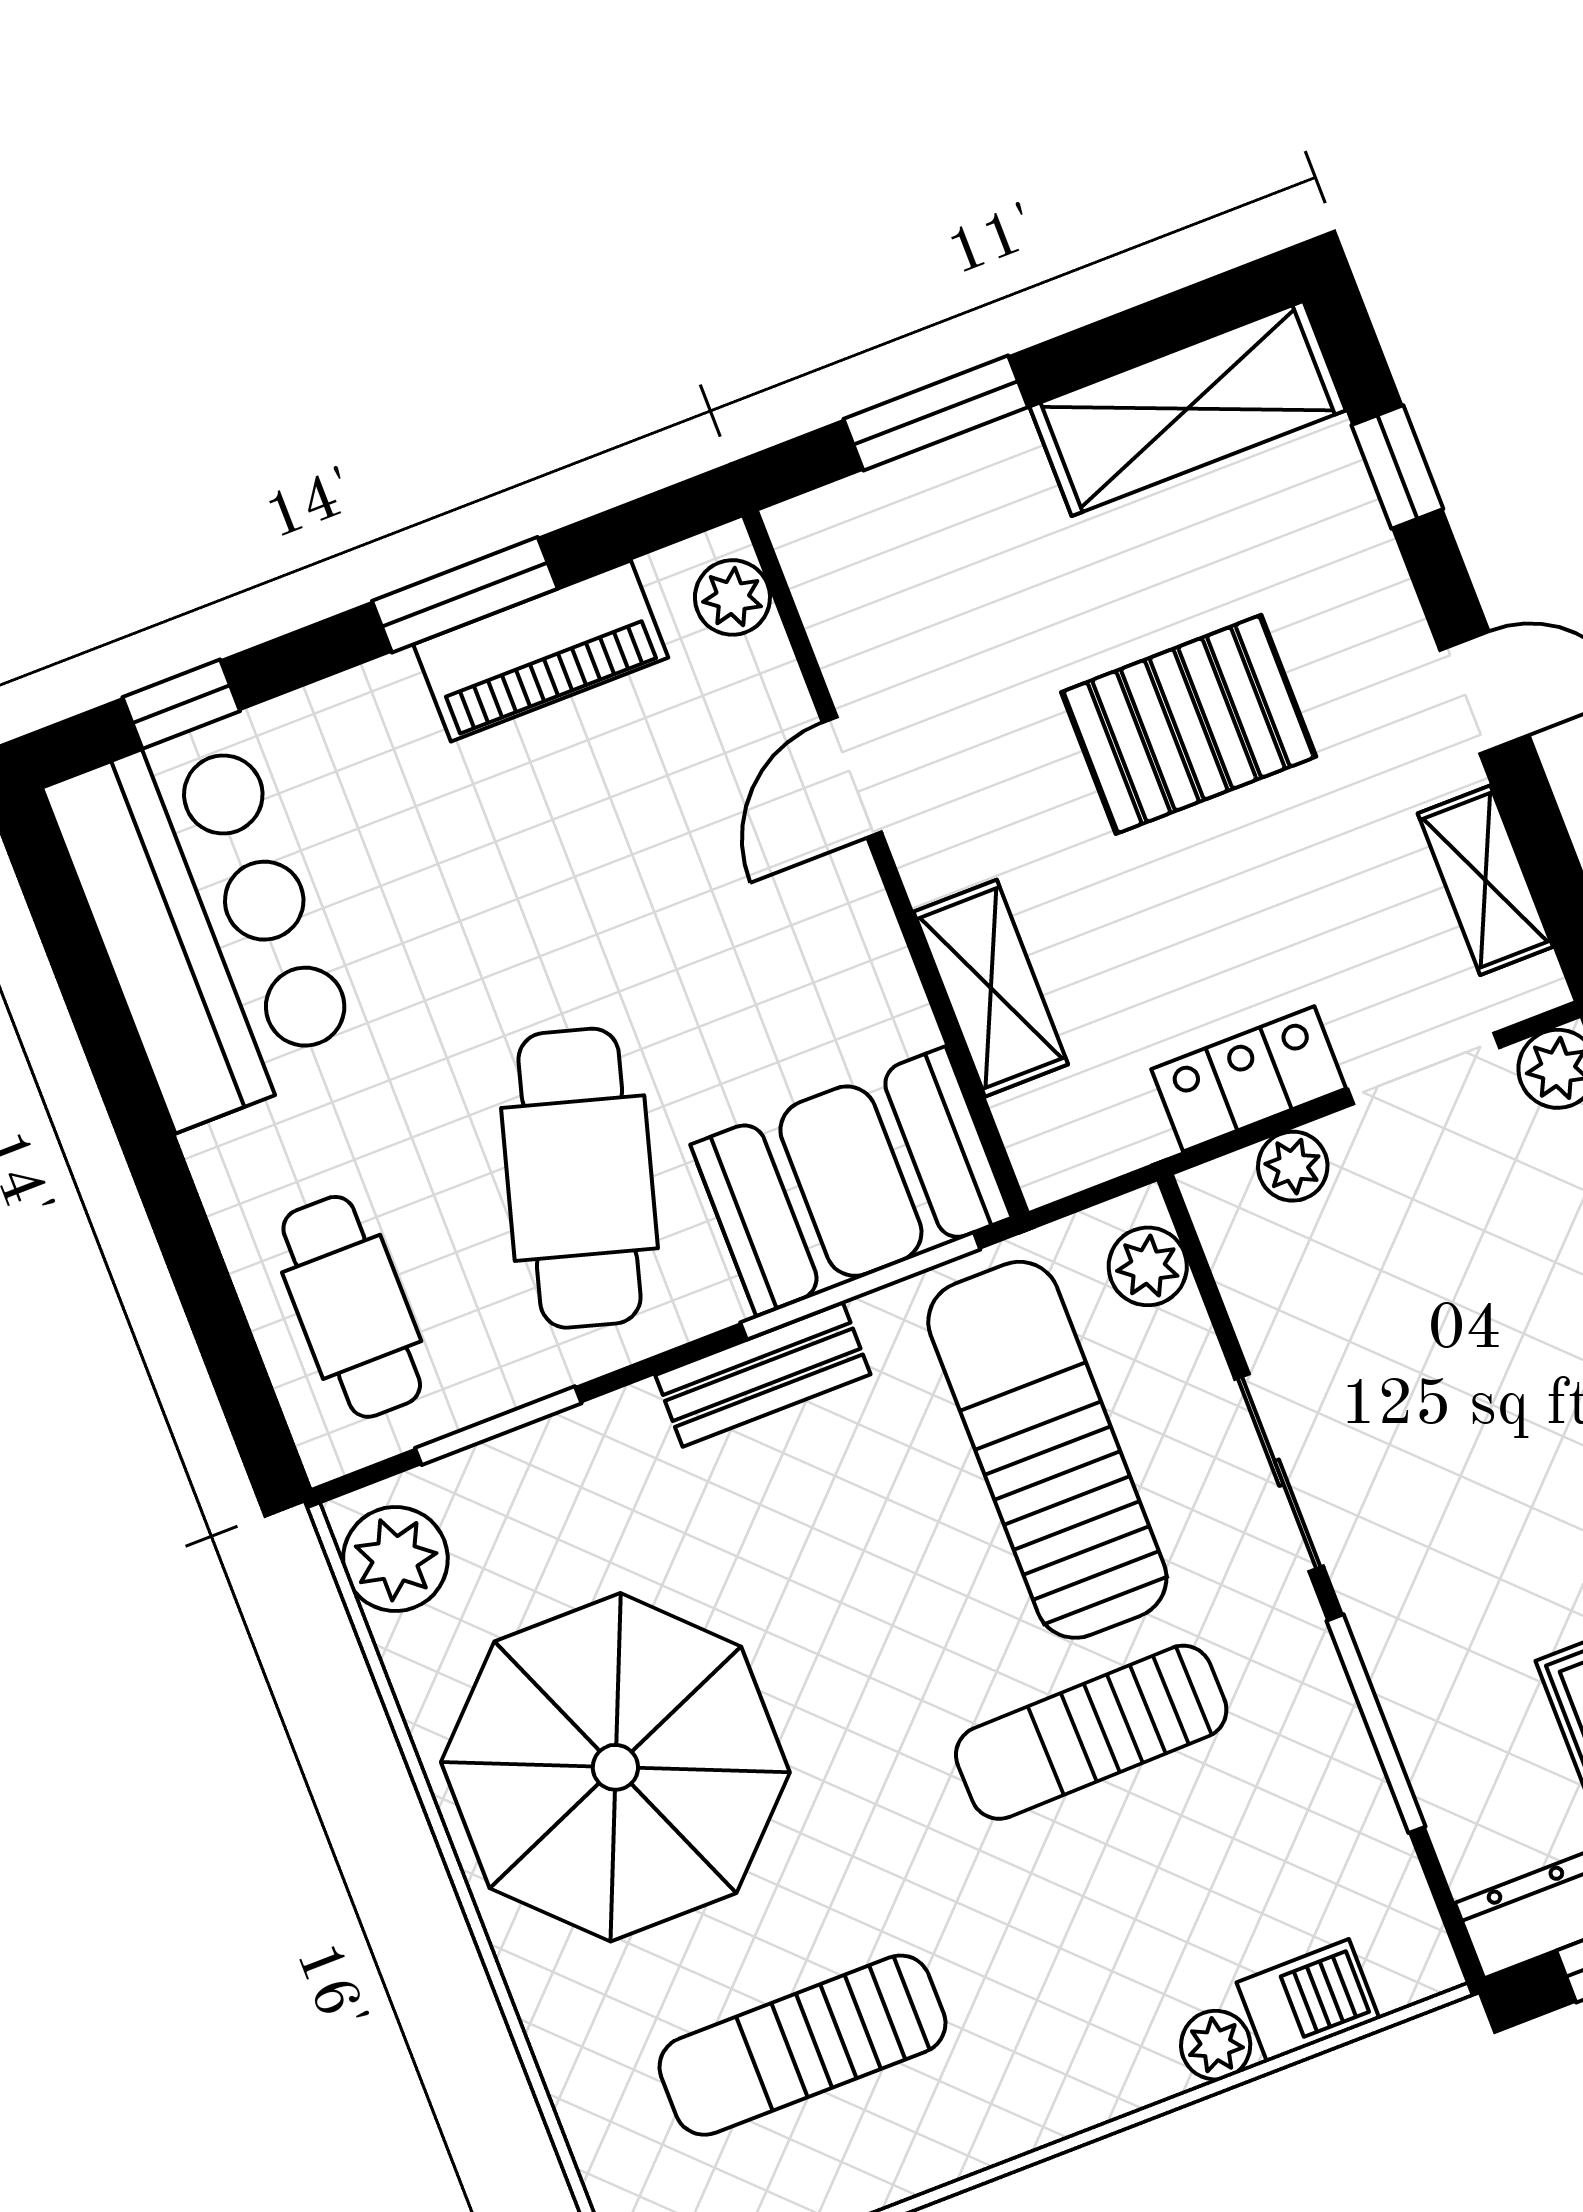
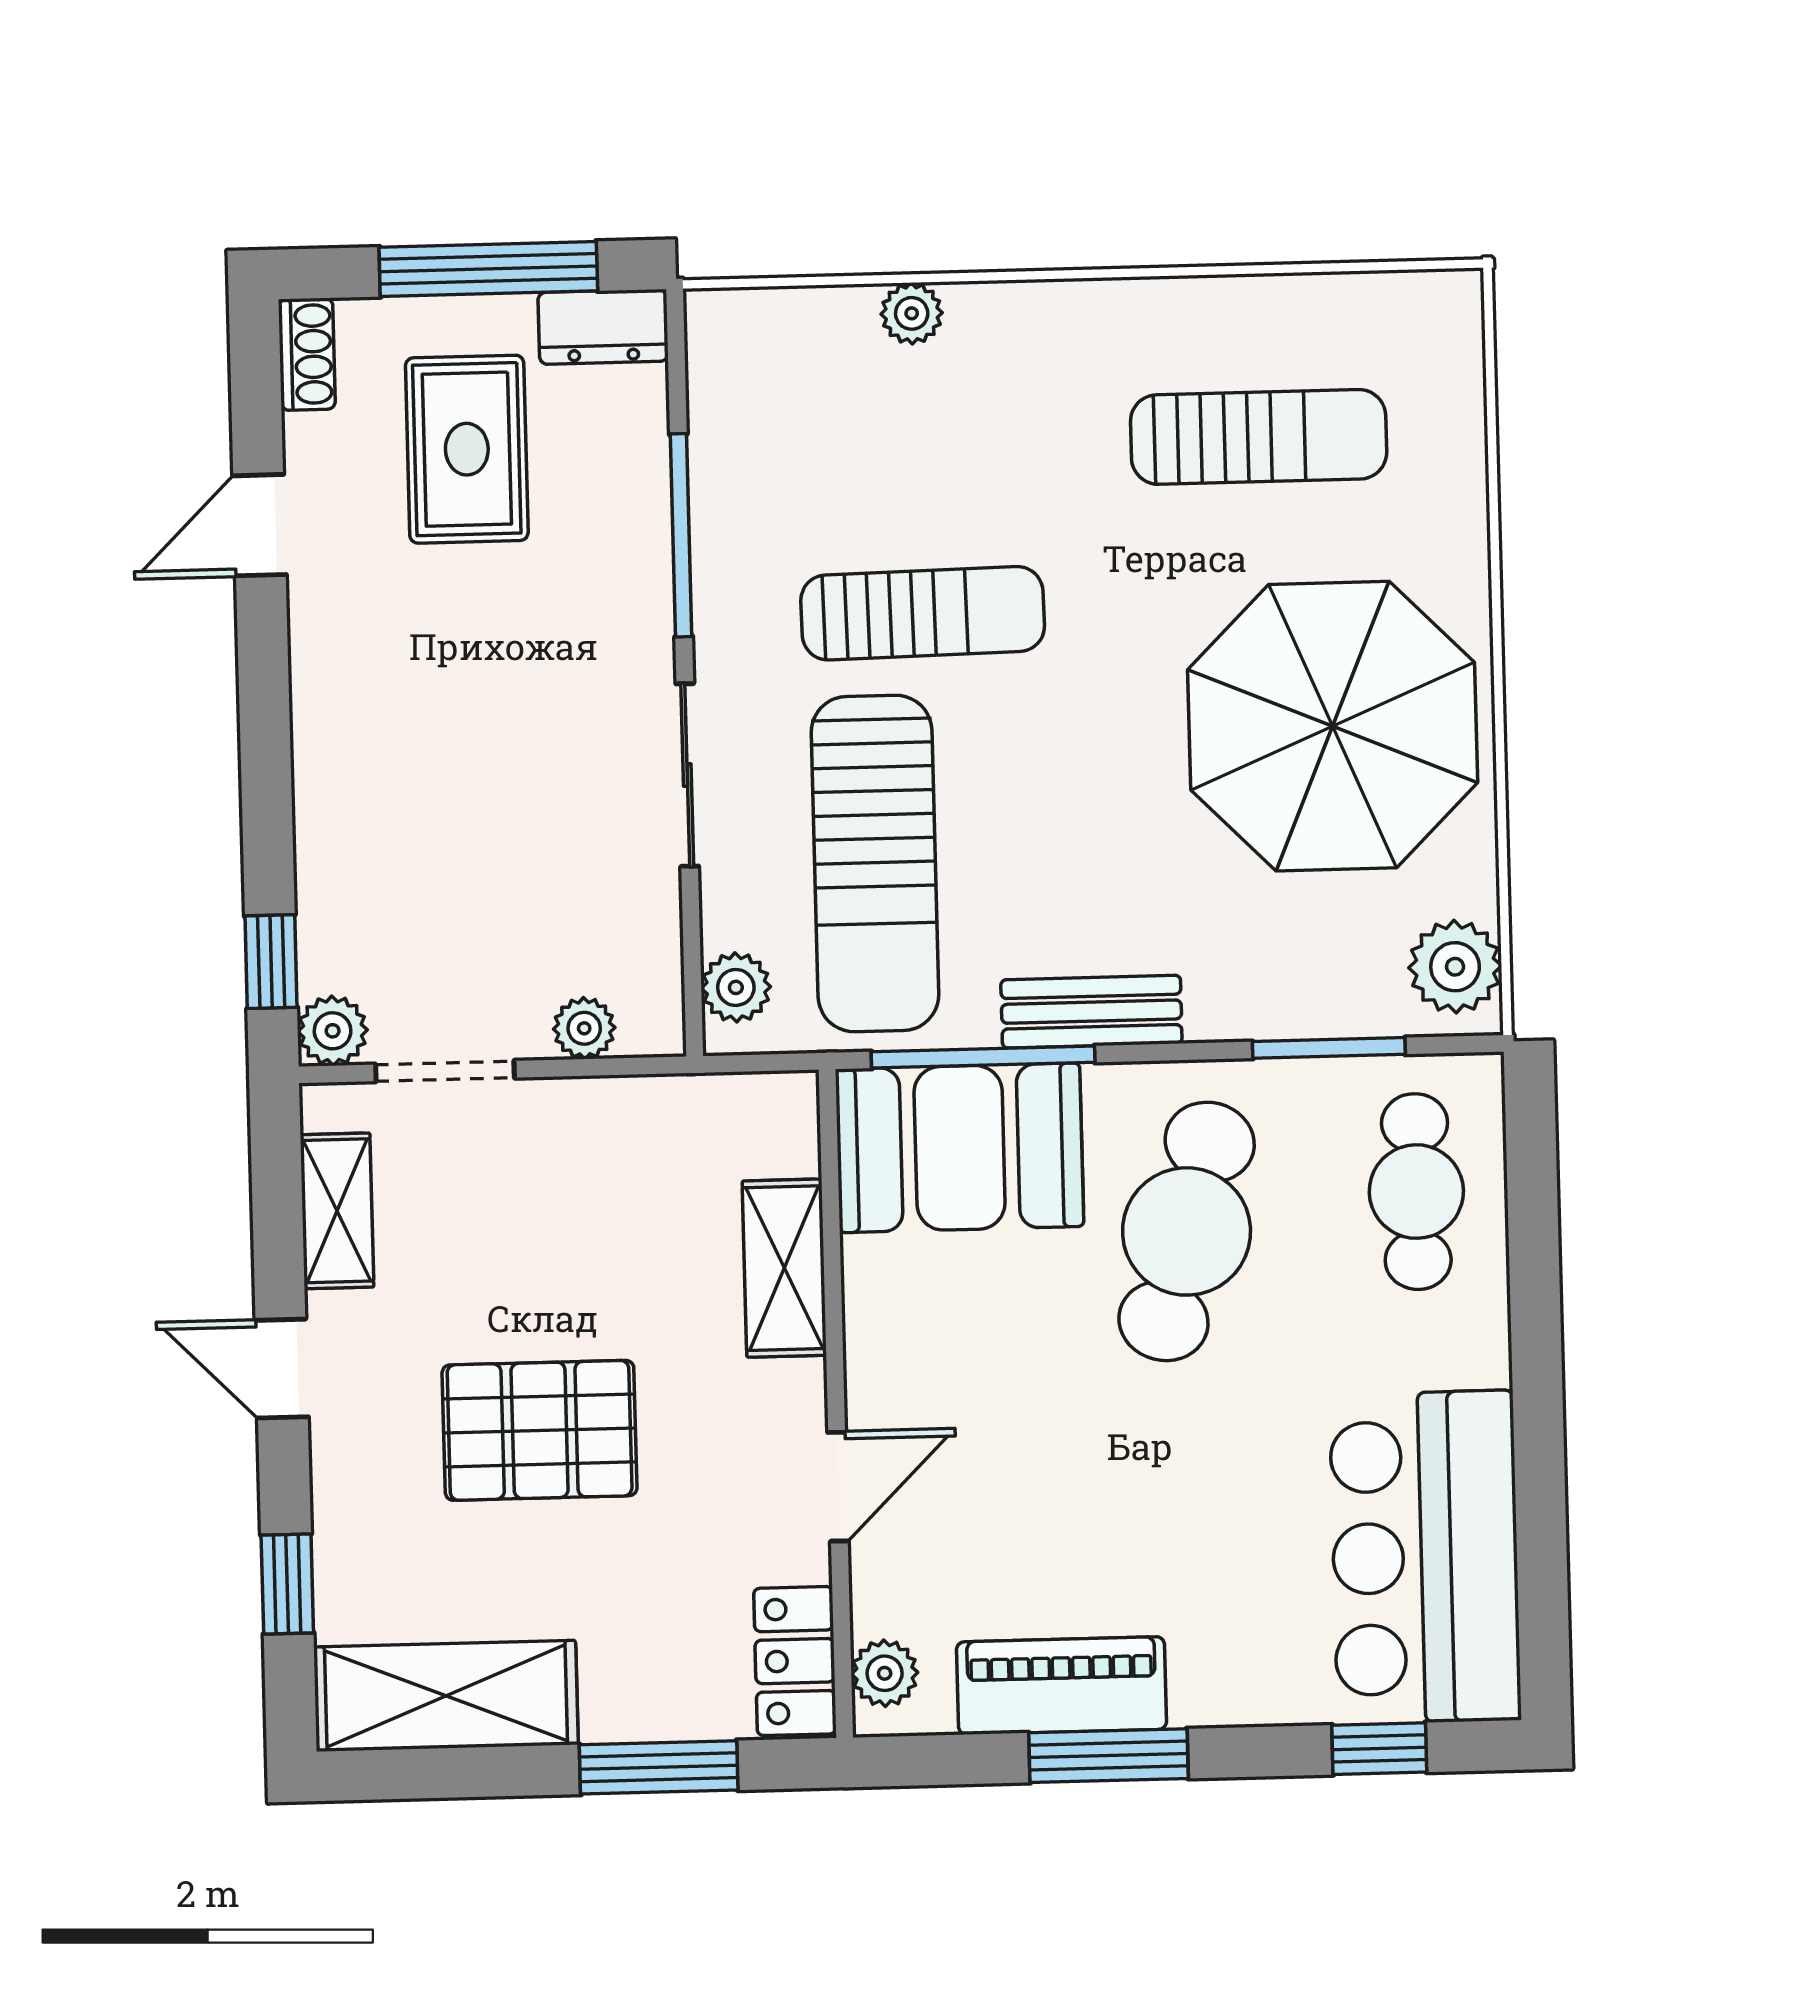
locker: (1249, 1079) -> (795, 1661), moved, turned 90
barbecue: (1308, 2001) -> (821, 323), removed

